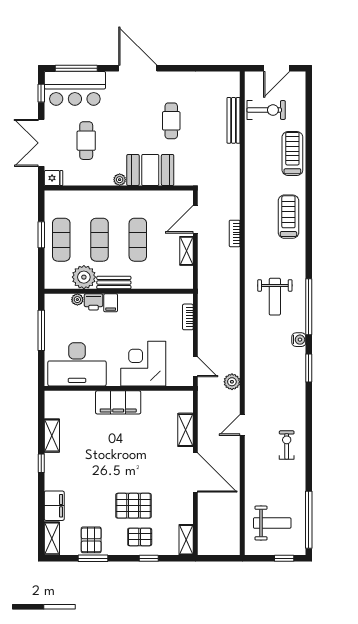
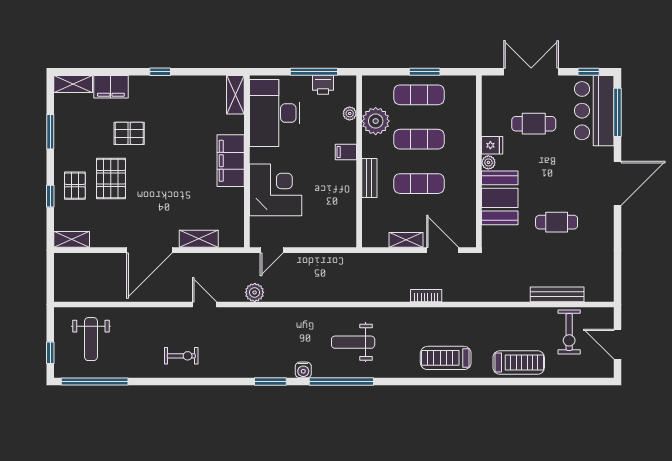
fridge: (53, 178) -> (492, 145), moved, turned -90
treadmill: (288, 217) -> (446, 358), turned 180
bench: (114, 283) -> (369, 178), moved
printer: (93, 302) -> (323, 85), moved, turned -90
bookcase: (188, 317) -> (330, 241), removed
shelving: (52, 436) -> (235, 95), moved, turned 90
pallet: (91, 540) -> (129, 133), moved

